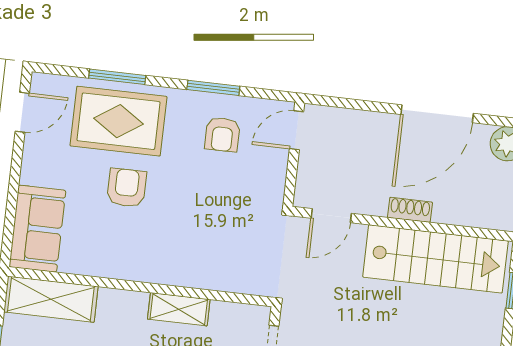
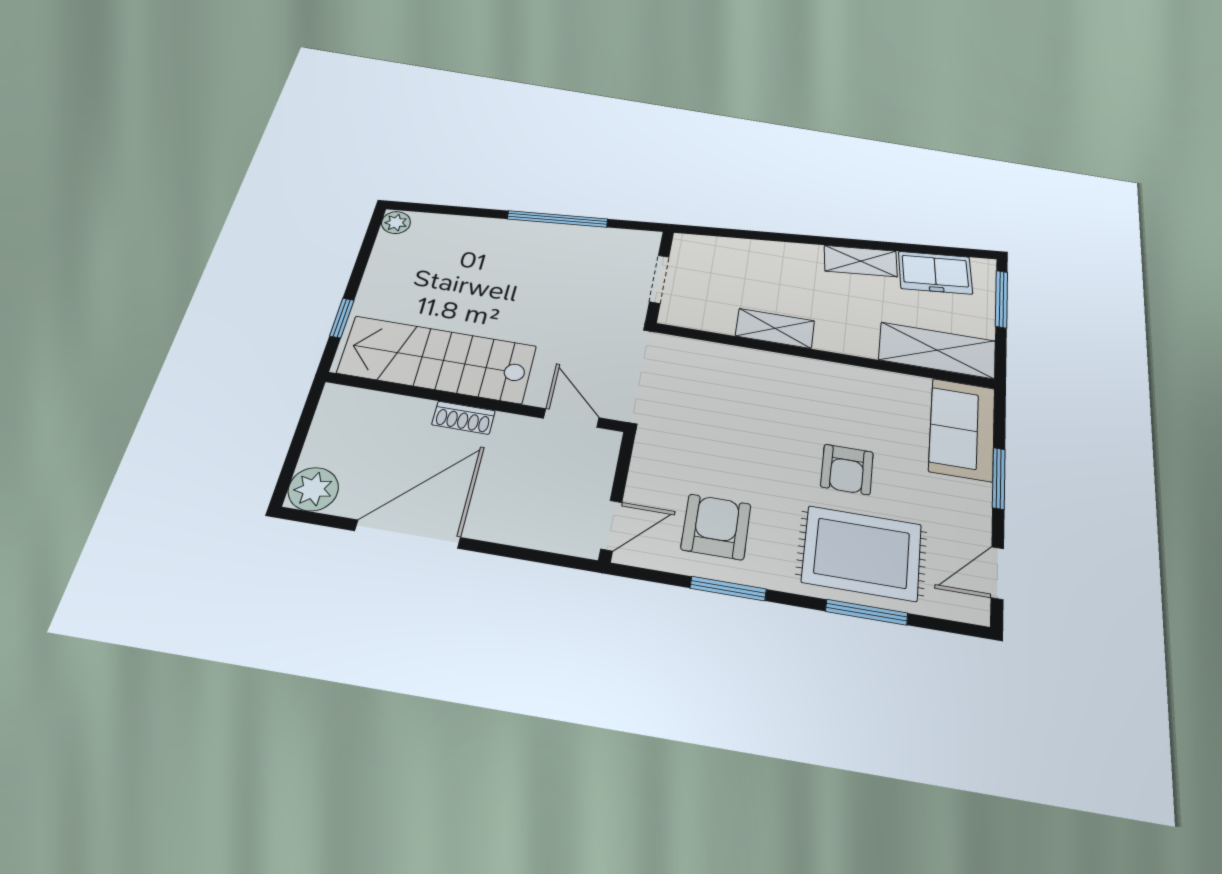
armchair: (222, 134) -> (716, 527), width x1.38, depth x1.38
window: (13, 189) -> (999, 478), added
door: (331, 216) -> (571, 418), hinge flipped

